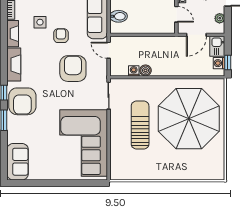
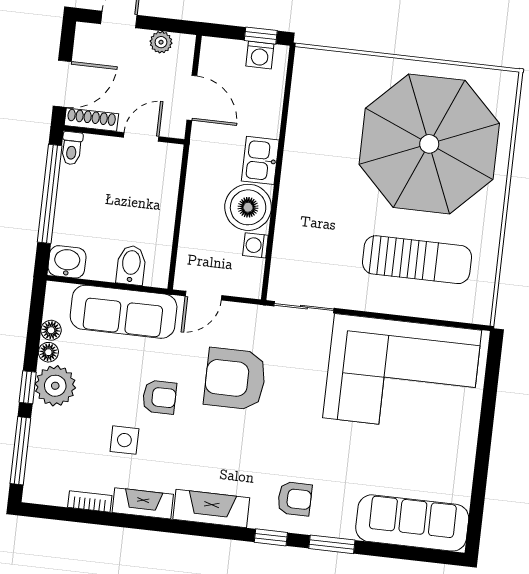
armchair: (61, 36) -> (159, 397), turned 180
kitchen sink: (217, 46) -> (260, 160), moved, turned 90
boiler: (145, 70) -> (248, 207), width x1.86, depth x1.86
armchair: (22, 101) -> (295, 499), width x0.53, depth x0.53
parasol: (189, 119) -> (429, 144), moved
sun lounger: (140, 125) -> (417, 260), moved, turned 180
sofa: (18, 162) -> (412, 523), width x1.36

